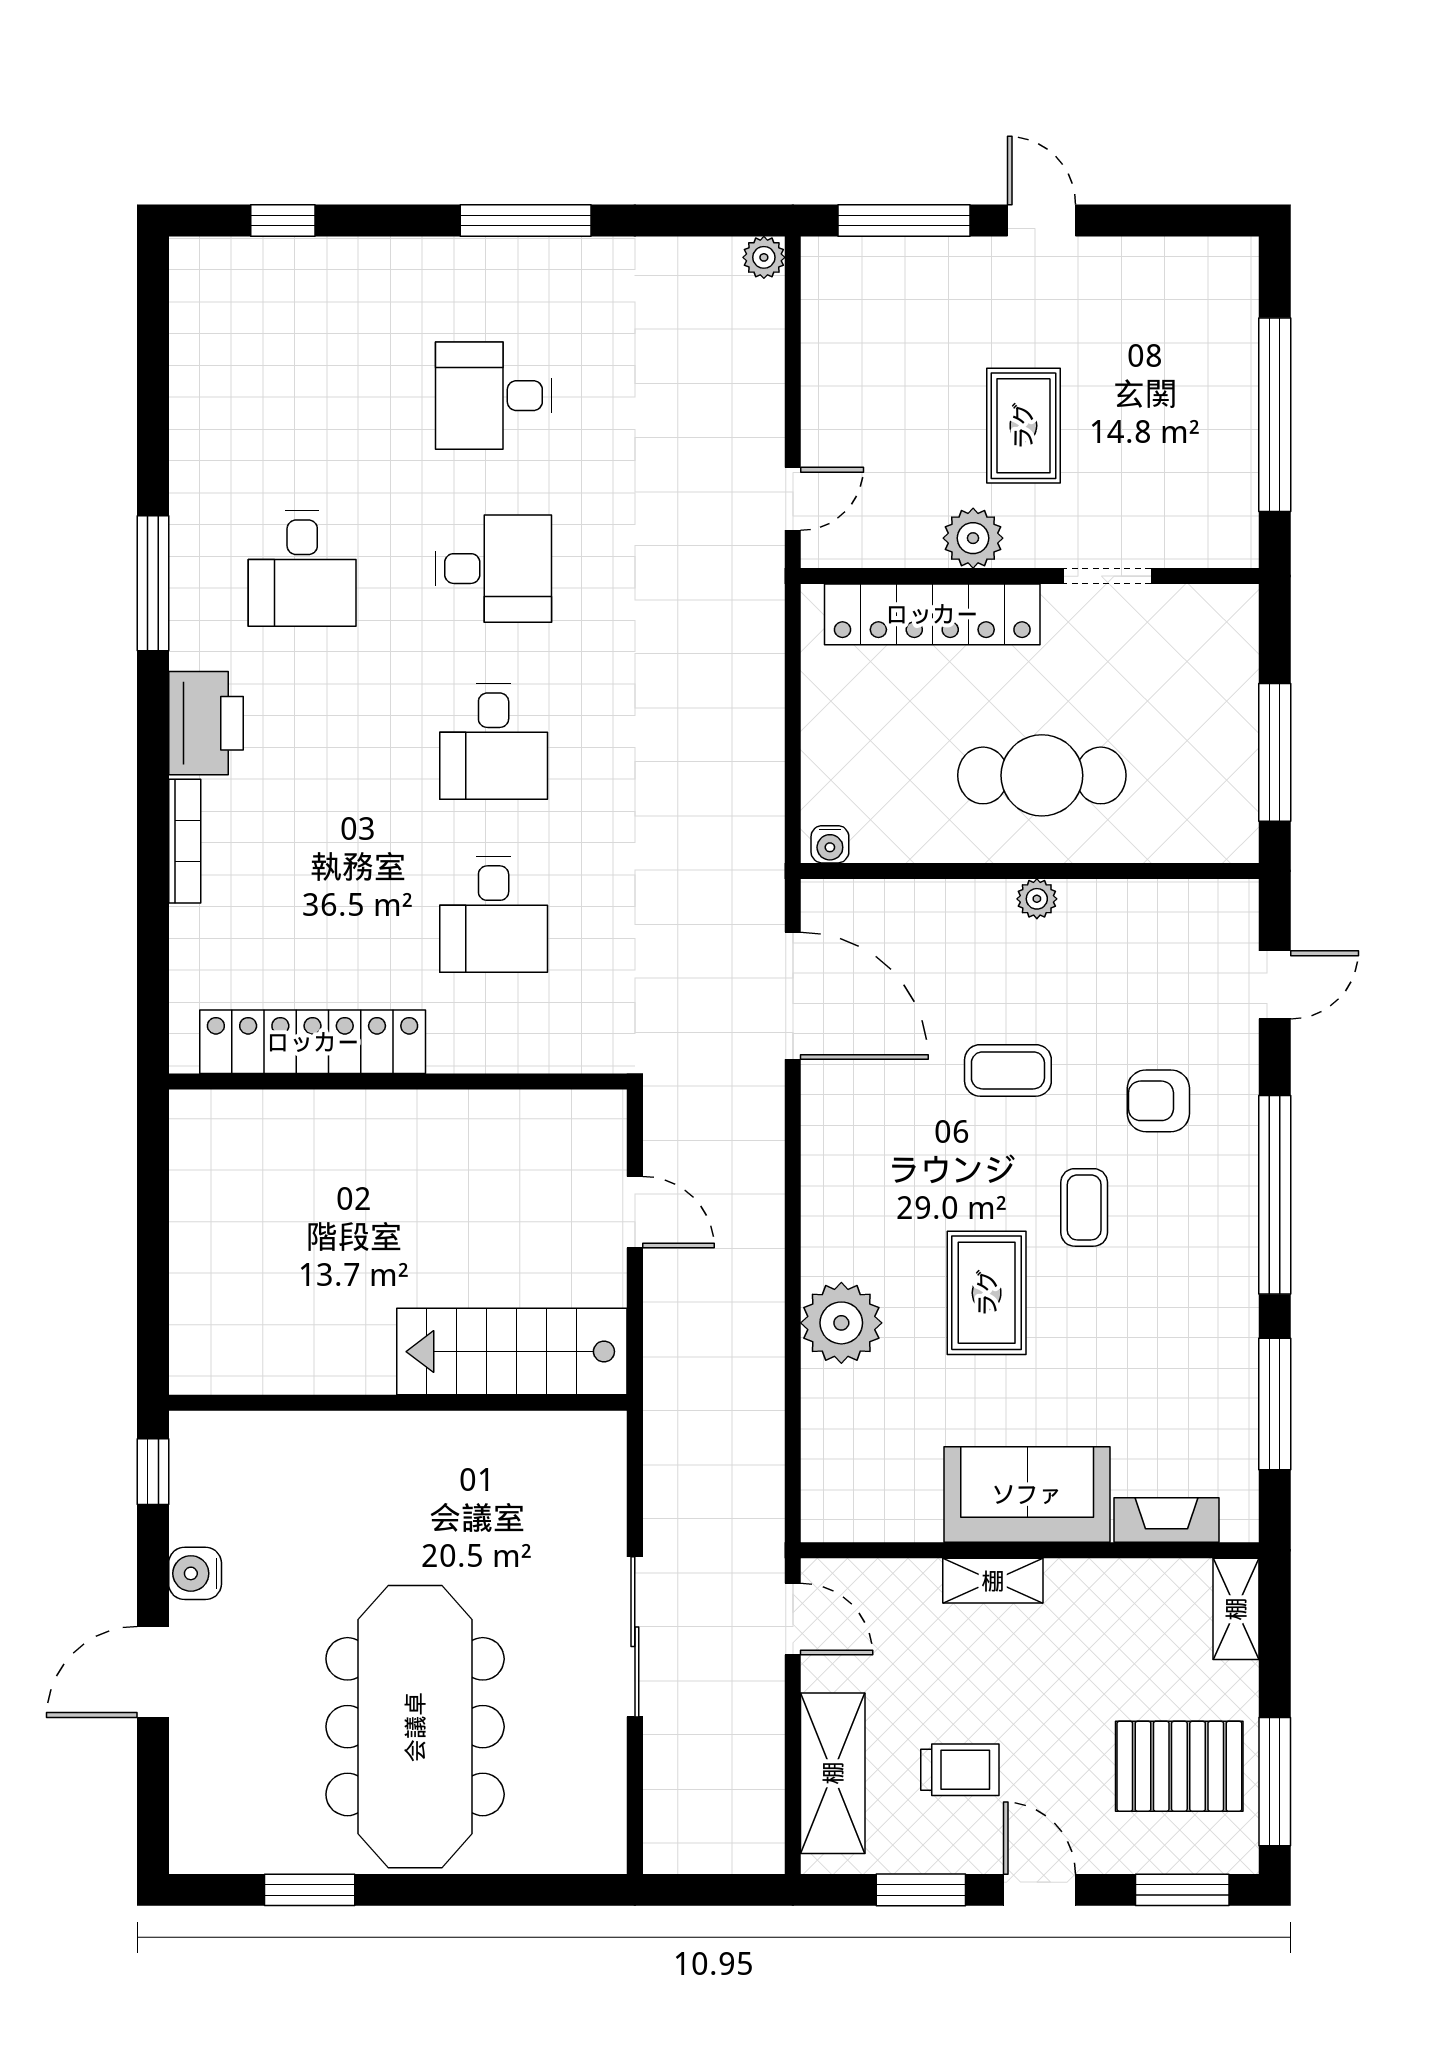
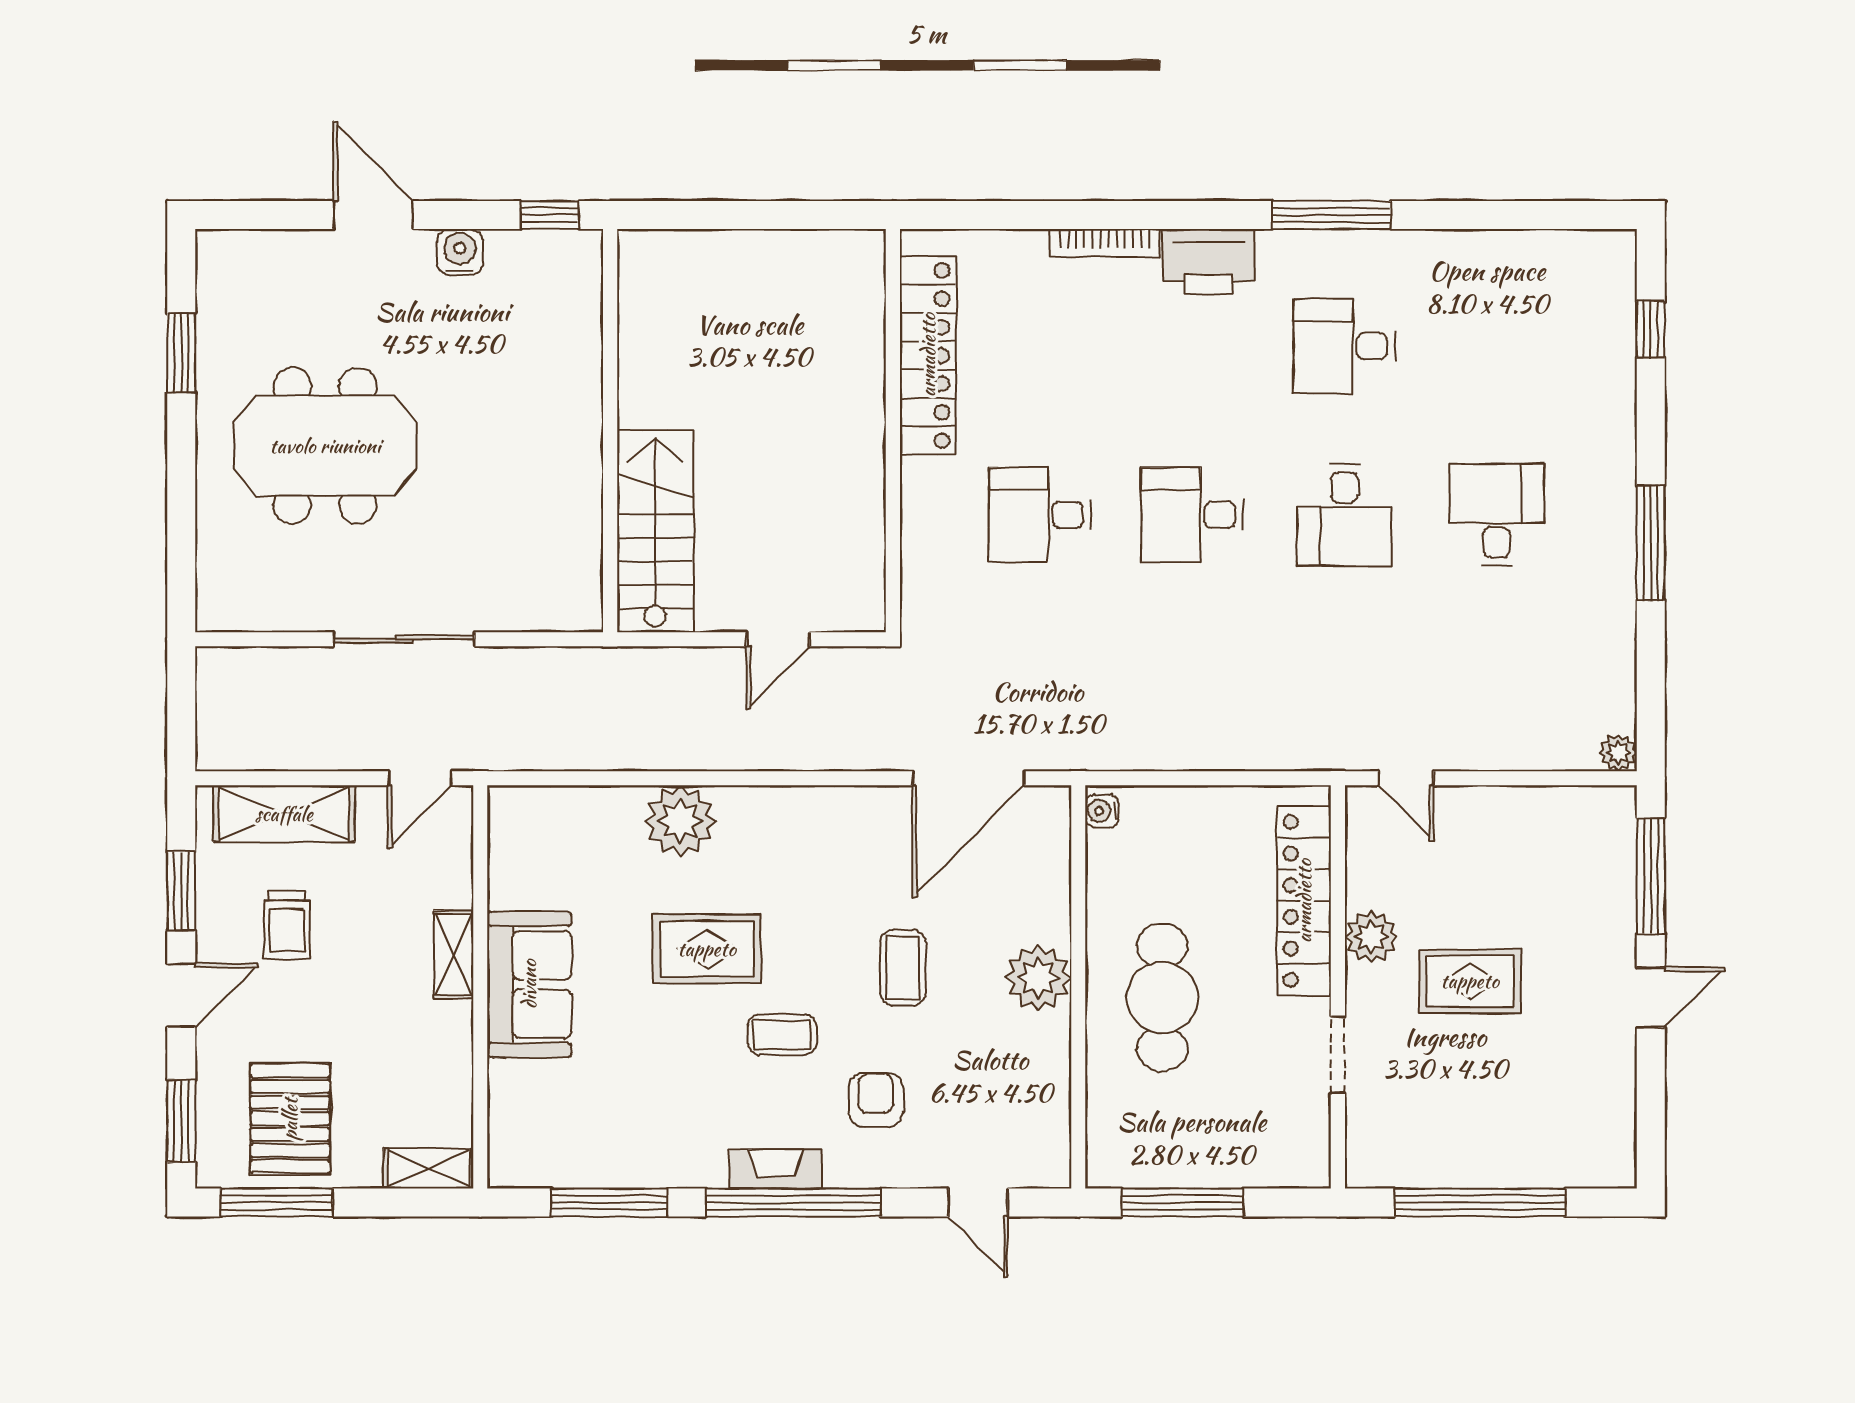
plant: (1037, 899) -> (1038, 978), width x1.88, depth x1.88
fireplace: (1166, 1520) -> (776, 1169), moved, turned -90
meeting table: (415, 1727) -> (325, 446), width x0.73

